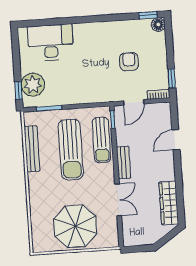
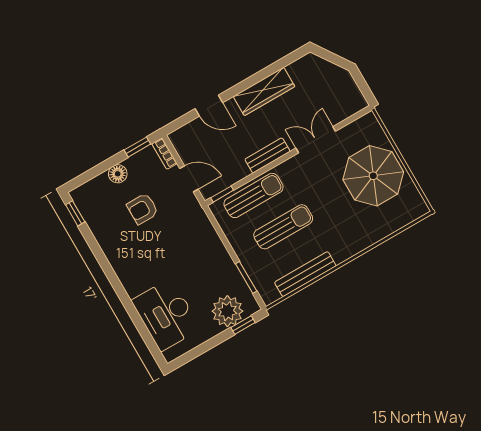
floor lamp: (158, 24) -> (118, 174), moved
sun lounger: (71, 149) -> (283, 227), width x0.73, depth x0.75
wardrobe: (169, 203) -> (264, 91), moved

